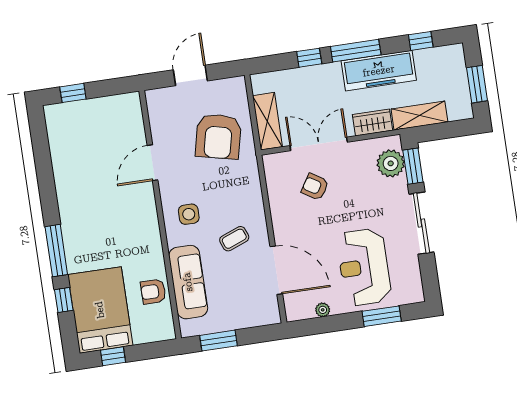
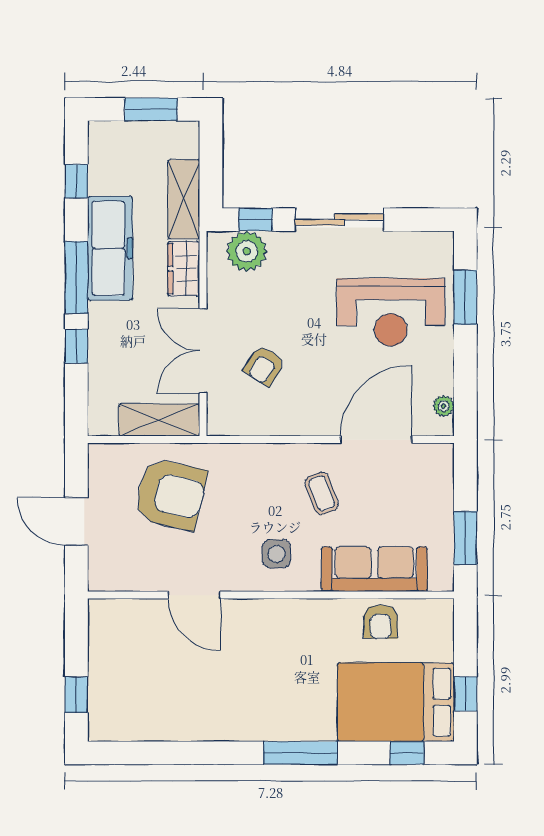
window: (413, 166) -> (256, 220), width x0.67
window: (64, 300) -> (407, 753), moved
plant: (323, 310) -> (444, 406), moved

